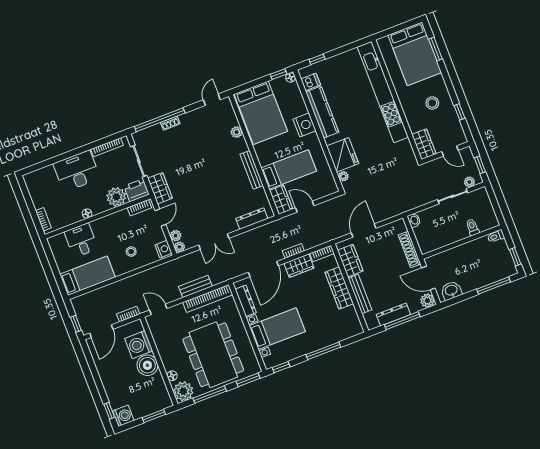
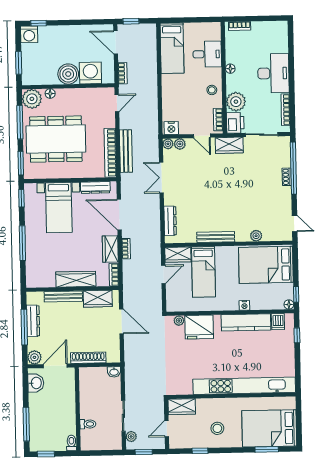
nightstand: (305, 125) -> (244, 305), width x0.53, depth x0.56
stool: (131, 252) -> (212, 90), moved
bench: (195, 286) -> (126, 151), width x1.36

